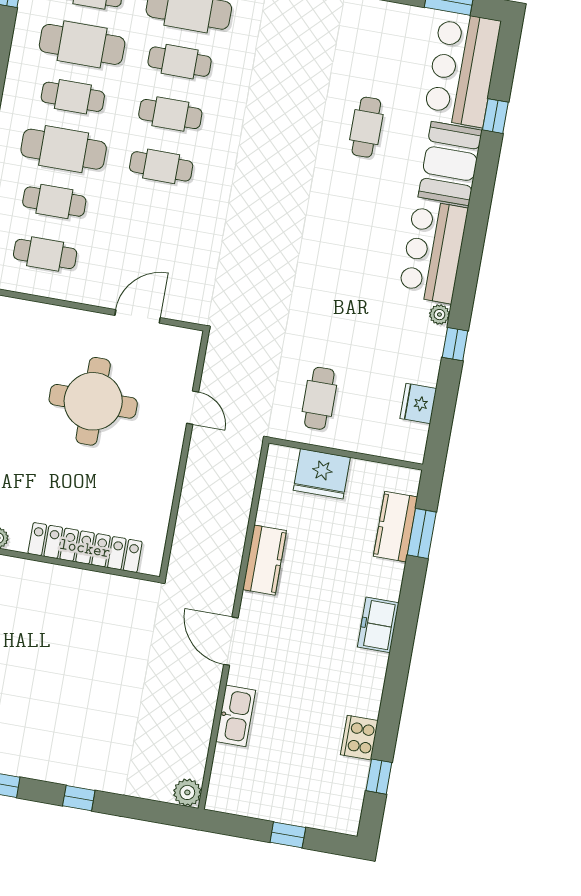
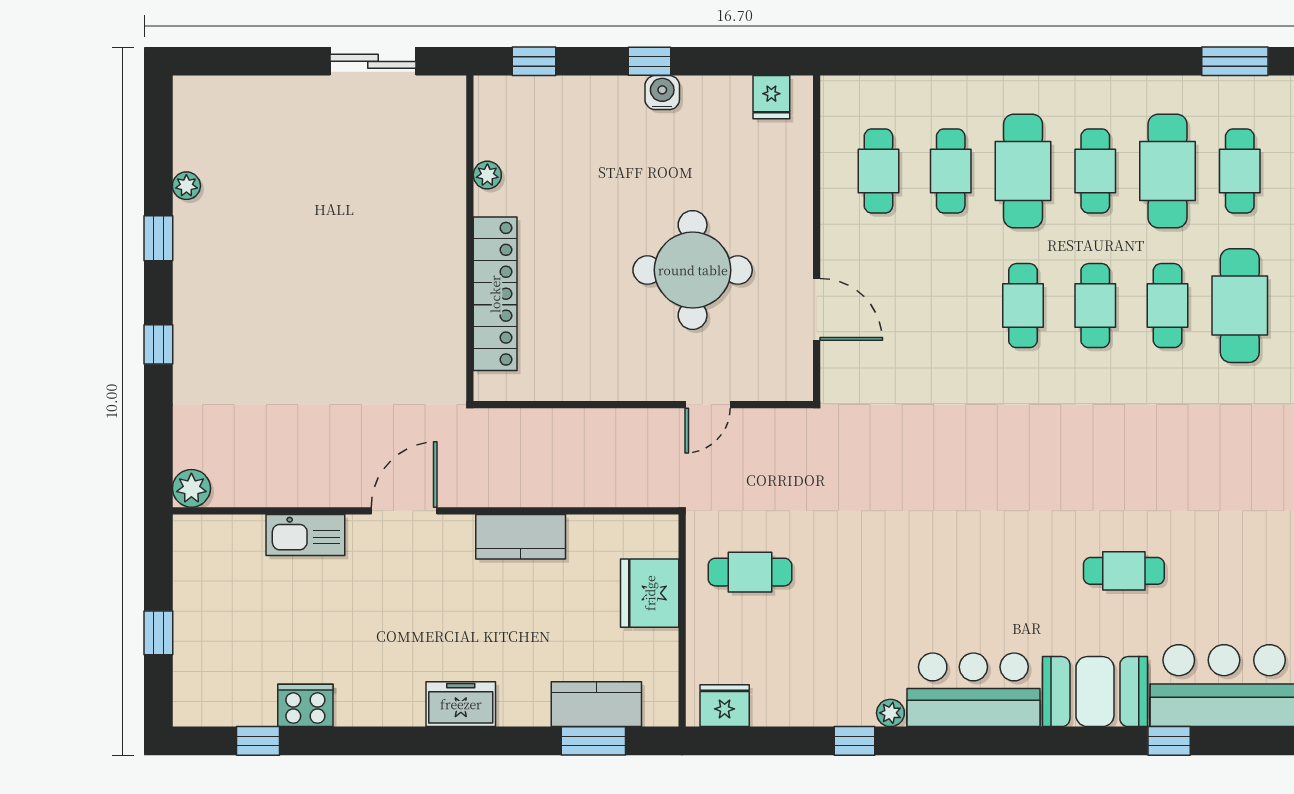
fridge: (418, 403) -> (725, 706), moved

